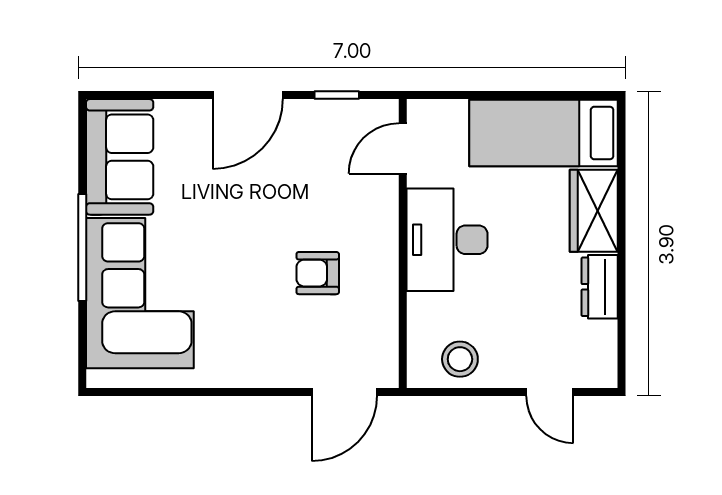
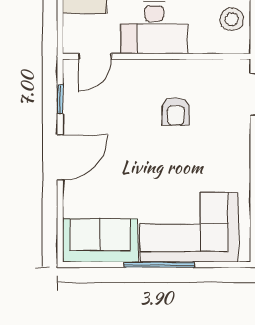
door: (248, 95) -> (60, 157), hinge flipped
door: (403, 149) -> (95, 56), hinge flipped

